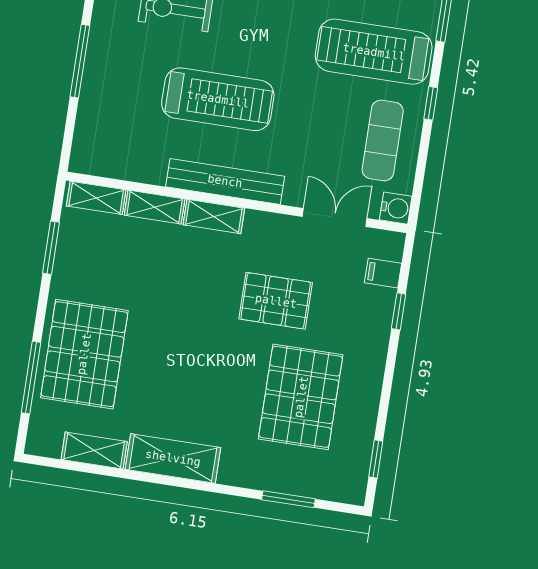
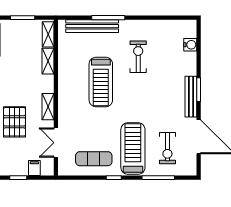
bench: (225, 181) -> (92, 26), moved, turned 90
water cooler: (396, 208) -> (64, 169), removed
shelving: (214, 216) -> (48, 107), moved
double door: (335, 217) -> (56, 143), swing flipped

